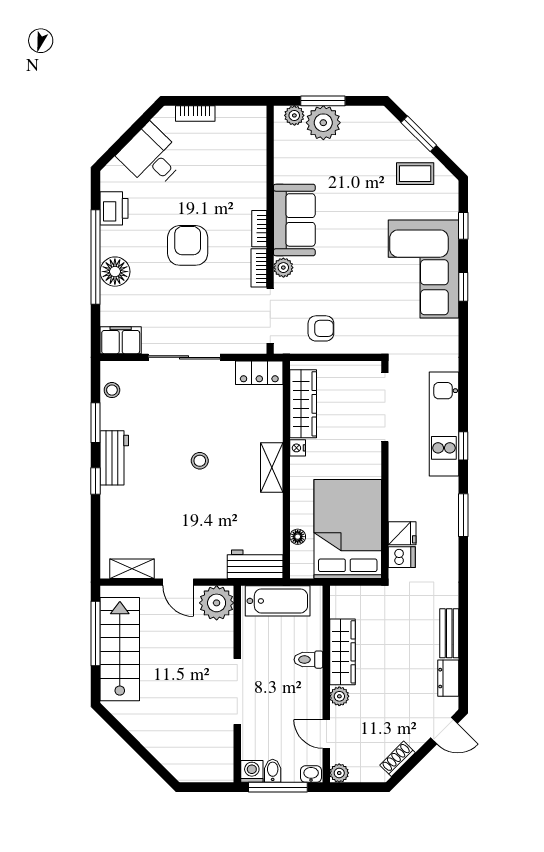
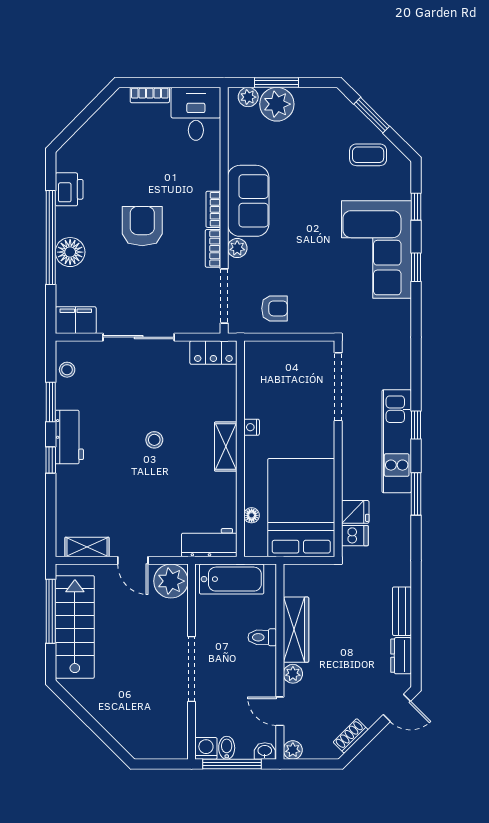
desk: (151, 157) -> (196, 114), moved, turned 46
wardrobe: (303, 404) -> (257, 383), removed
kitchen unit: (444, 424) -> (397, 441), moved

